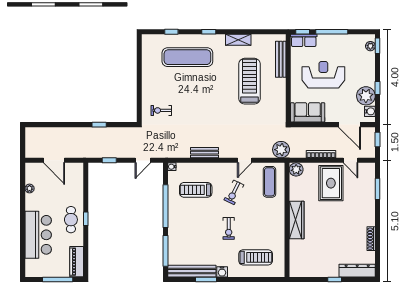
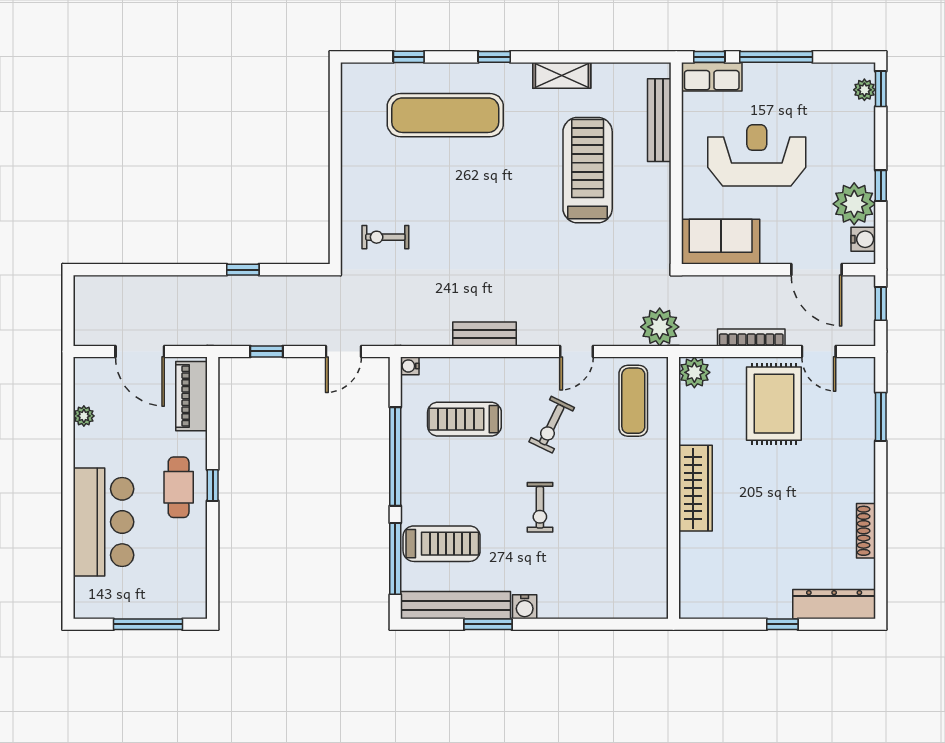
treadmill: (256, 257) -> (442, 544), moved
piano: (77, 262) -> (192, 396), moved

